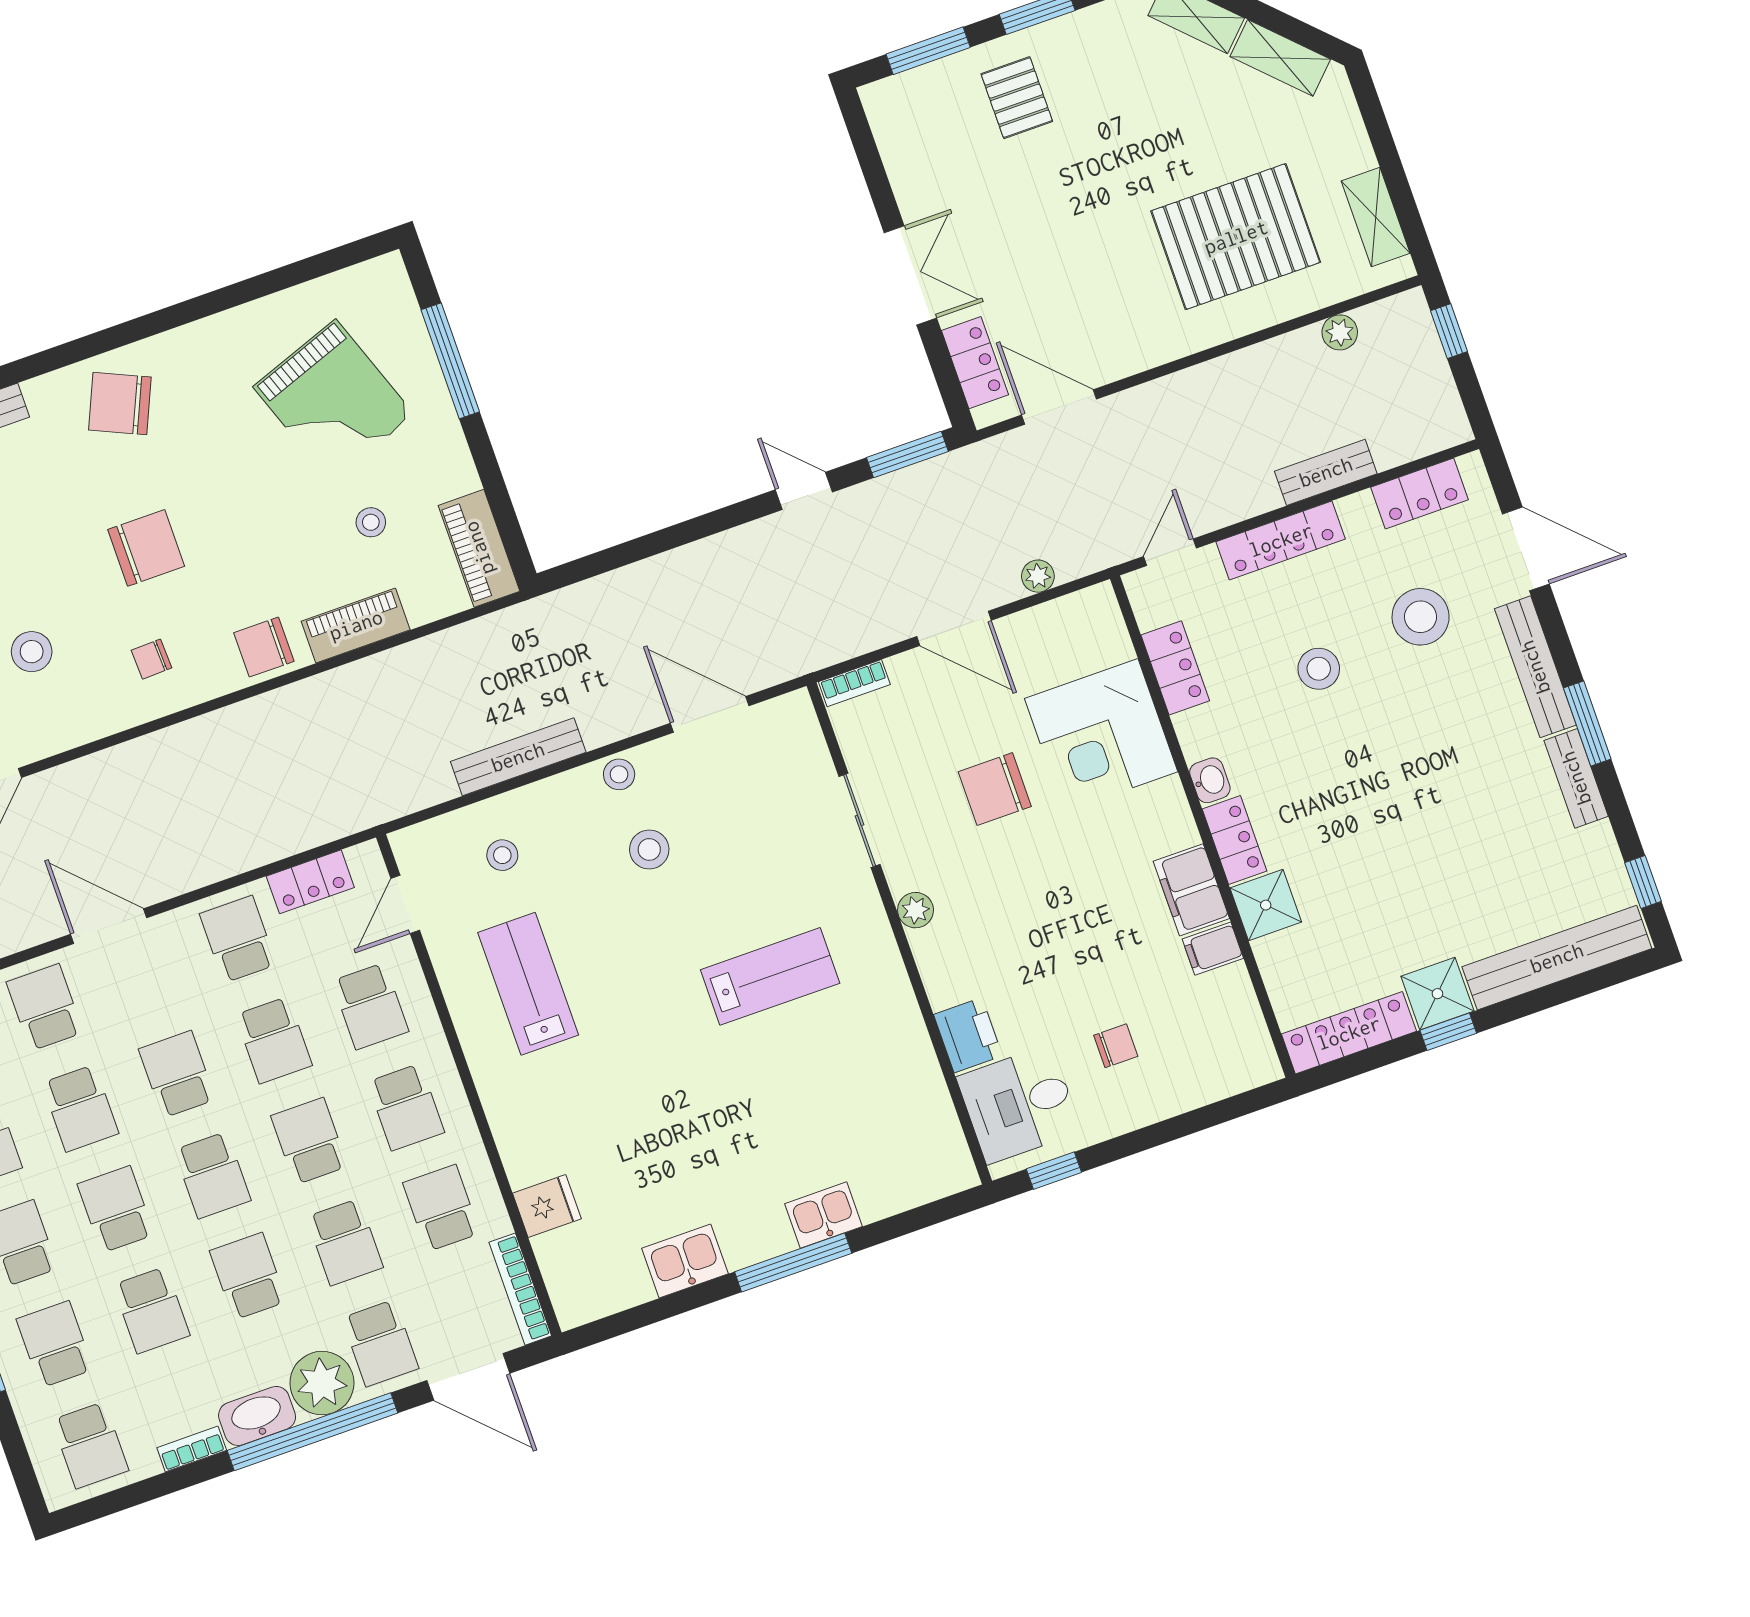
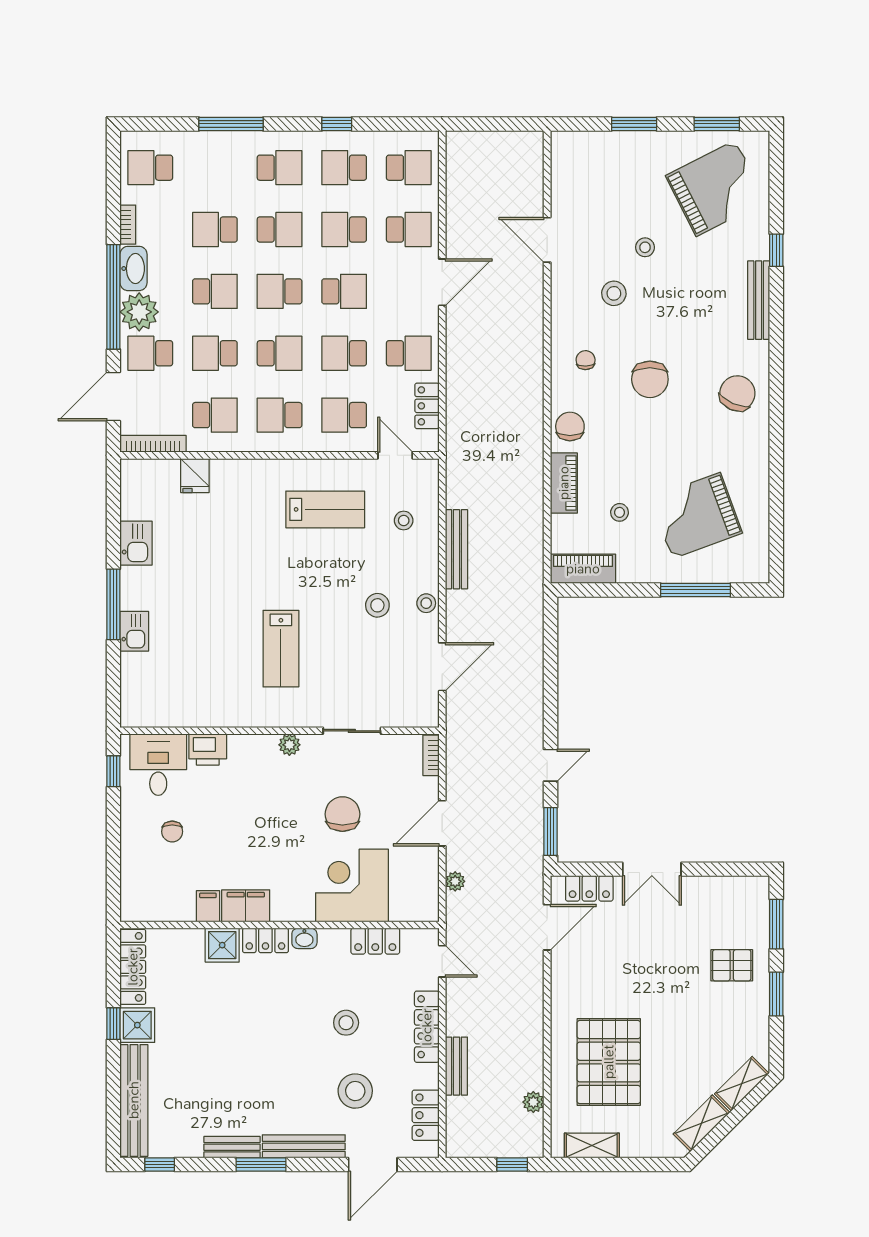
school desk: (55, 1344) -> (215, 168), removed

